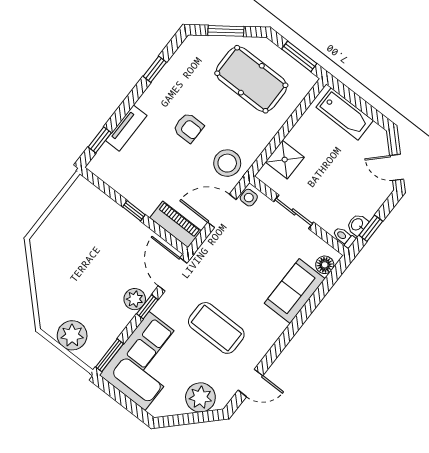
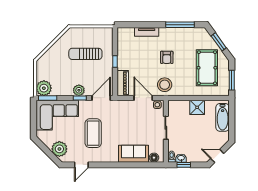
window: (155, 69) -> (180, 25), width x2.17
window: (100, 140) -> (133, 25), removed
shower: (285, 160) -> (197, 107), moved
door: (397, 167) -> (217, 156), hinge flipped
sun lounger: (87, 246) -> (85, 54), added
plant: (72, 335) -> (44, 88), moved
door: (250, 383) -> (81, 165), hinge flipped

